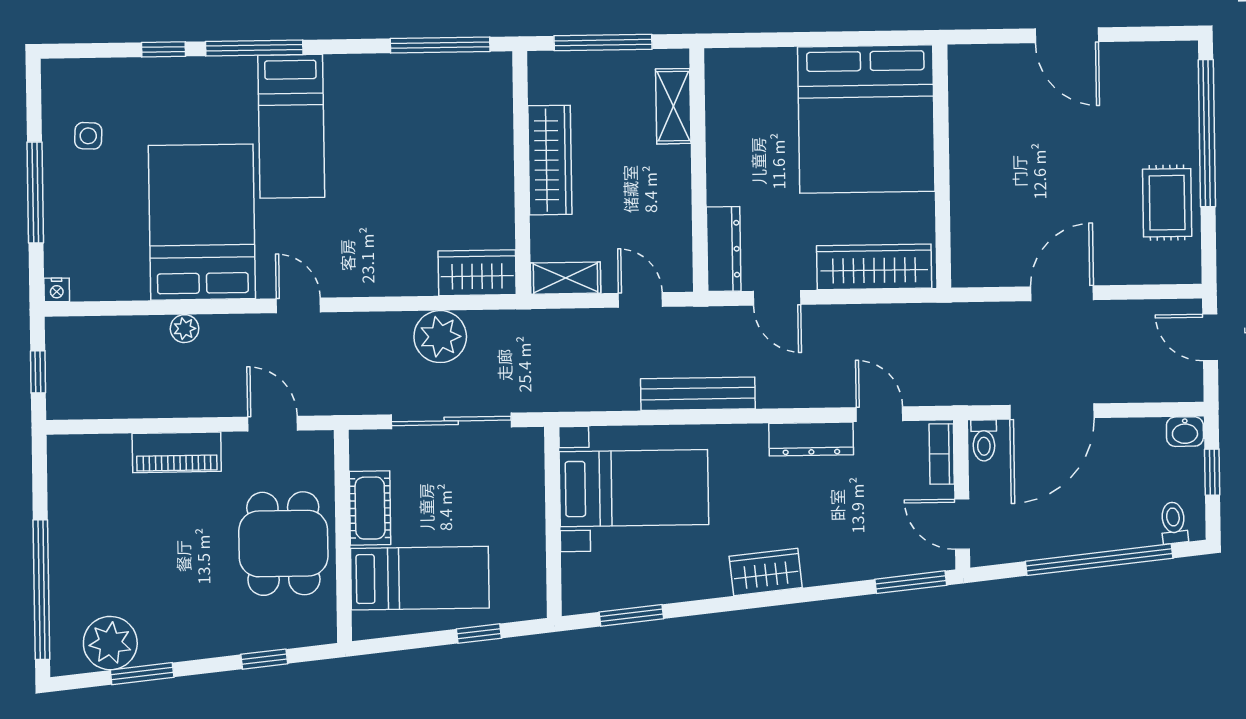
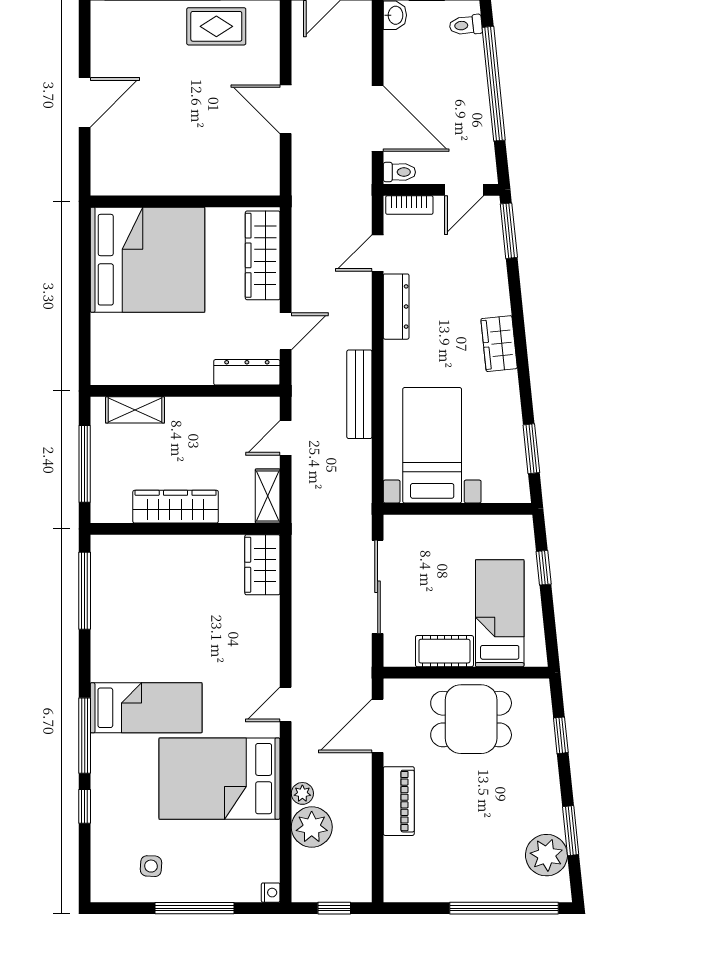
plant: (440, 337) -> (312, 827), moved
door: (273, 424) -> (378, 726), width x1.38

